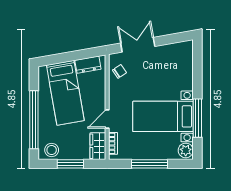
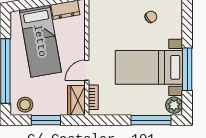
chair: (119, 71) -> (151, 17), moved
window: (150, 164) -> (151, 120), moved

